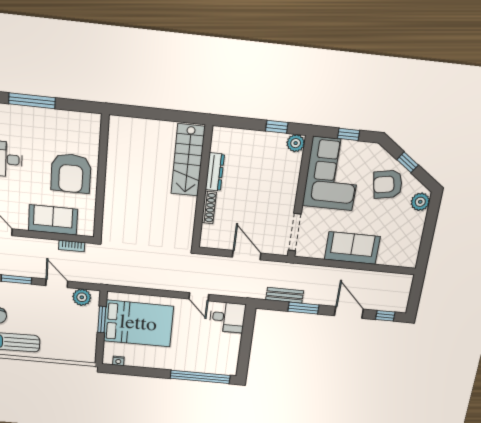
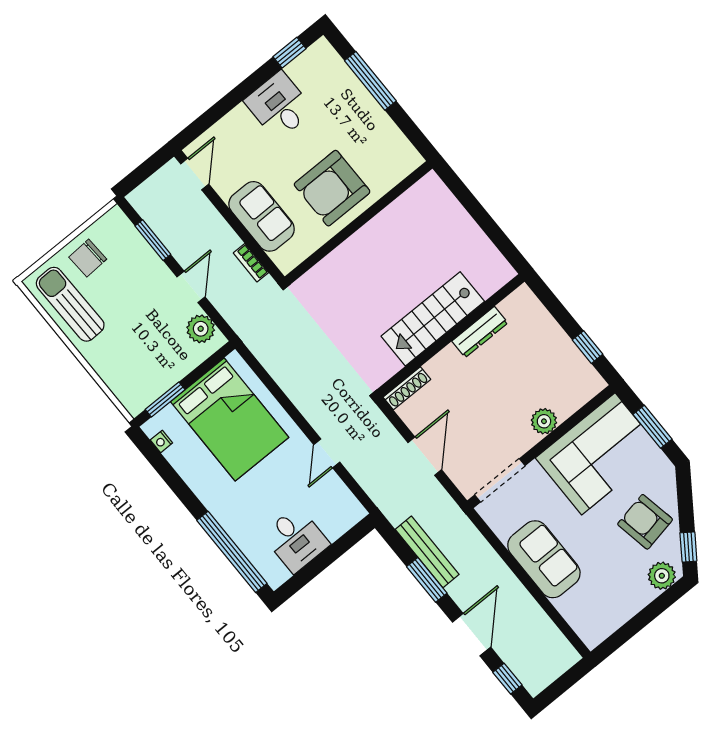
window: (349, 134) -> (653, 427), width x1.50
plant: (296, 143) -> (544, 421), moved
stairs: (188, 160) -> (433, 319), moved
window: (408, 162) -> (688, 547), moved
shoe rack: (209, 208) -> (407, 388), moved
bench: (285, 295) -> (427, 552), width x1.36
desk: (227, 317) -> (296, 539), moved
window: (102, 320) -> (165, 399), moved

